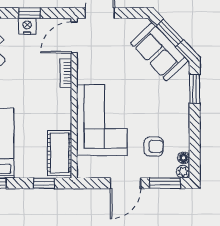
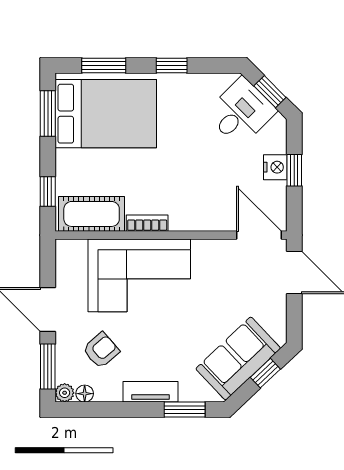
window: (170, 33) -> (265, 373), width x0.67
bookcase: (66, 73) -> (147, 223), moved
tv unit: (182, 112) -> (150, 392), added
armchair: (154, 146) -> (101, 350), turned -131

